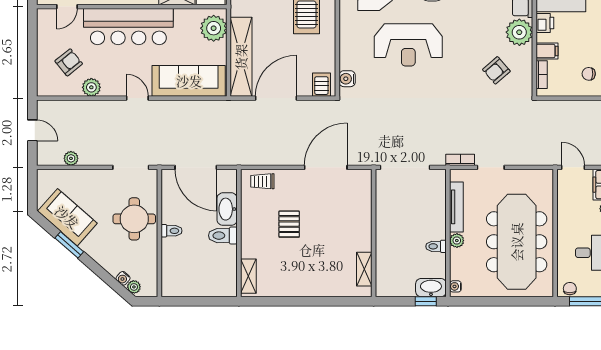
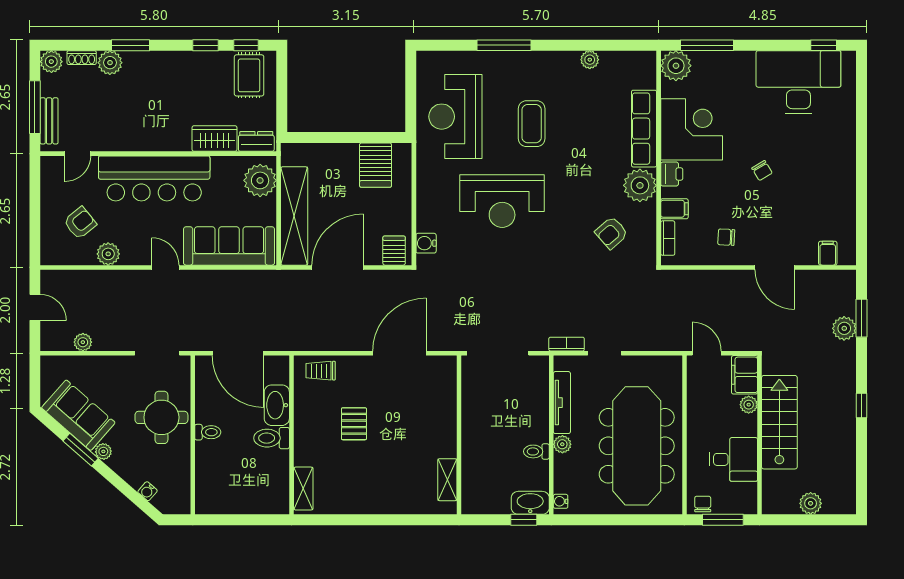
plant: (134, 287) -> (103, 451), moved

